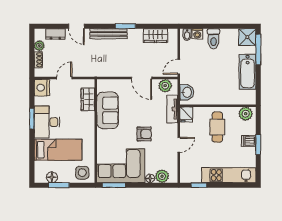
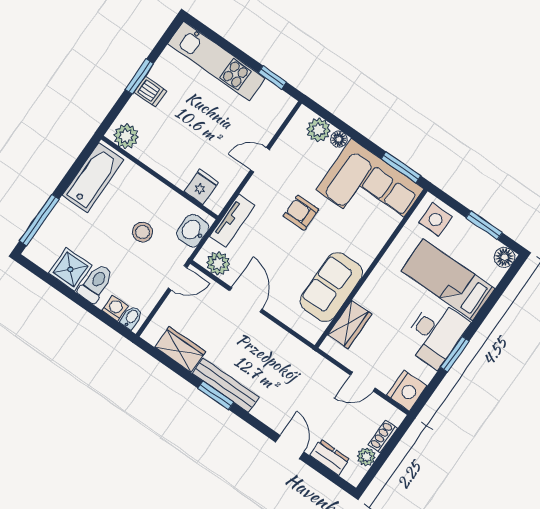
bench: (108, 34) -> (226, 385), moved
shower: (247, 37) -> (70, 269), moved
bathtub: (248, 72) -> (93, 177), moved
stool: (209, 76) -> (142, 232), added
fridge: (186, 114) -> (201, 187), moved
cafe table: (217, 127) -> (183, 146), removed
floor lamp: (52, 177) -> (504, 257), moved

